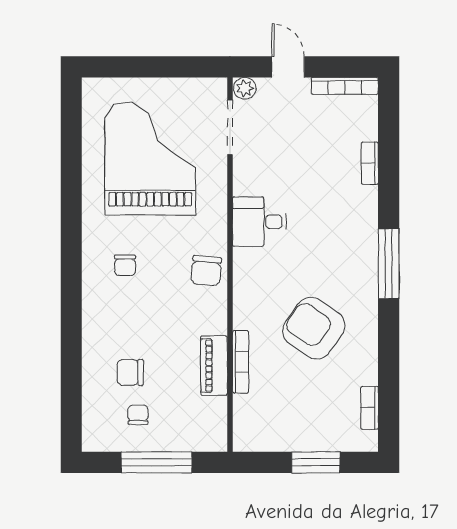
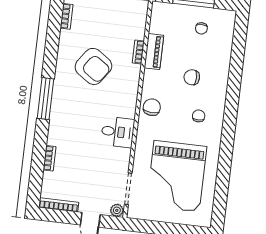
bookcase: (241, 362) -> (138, 52), width x0.64
chair: (130, 372) -> (192, 77), moved, turned 180

